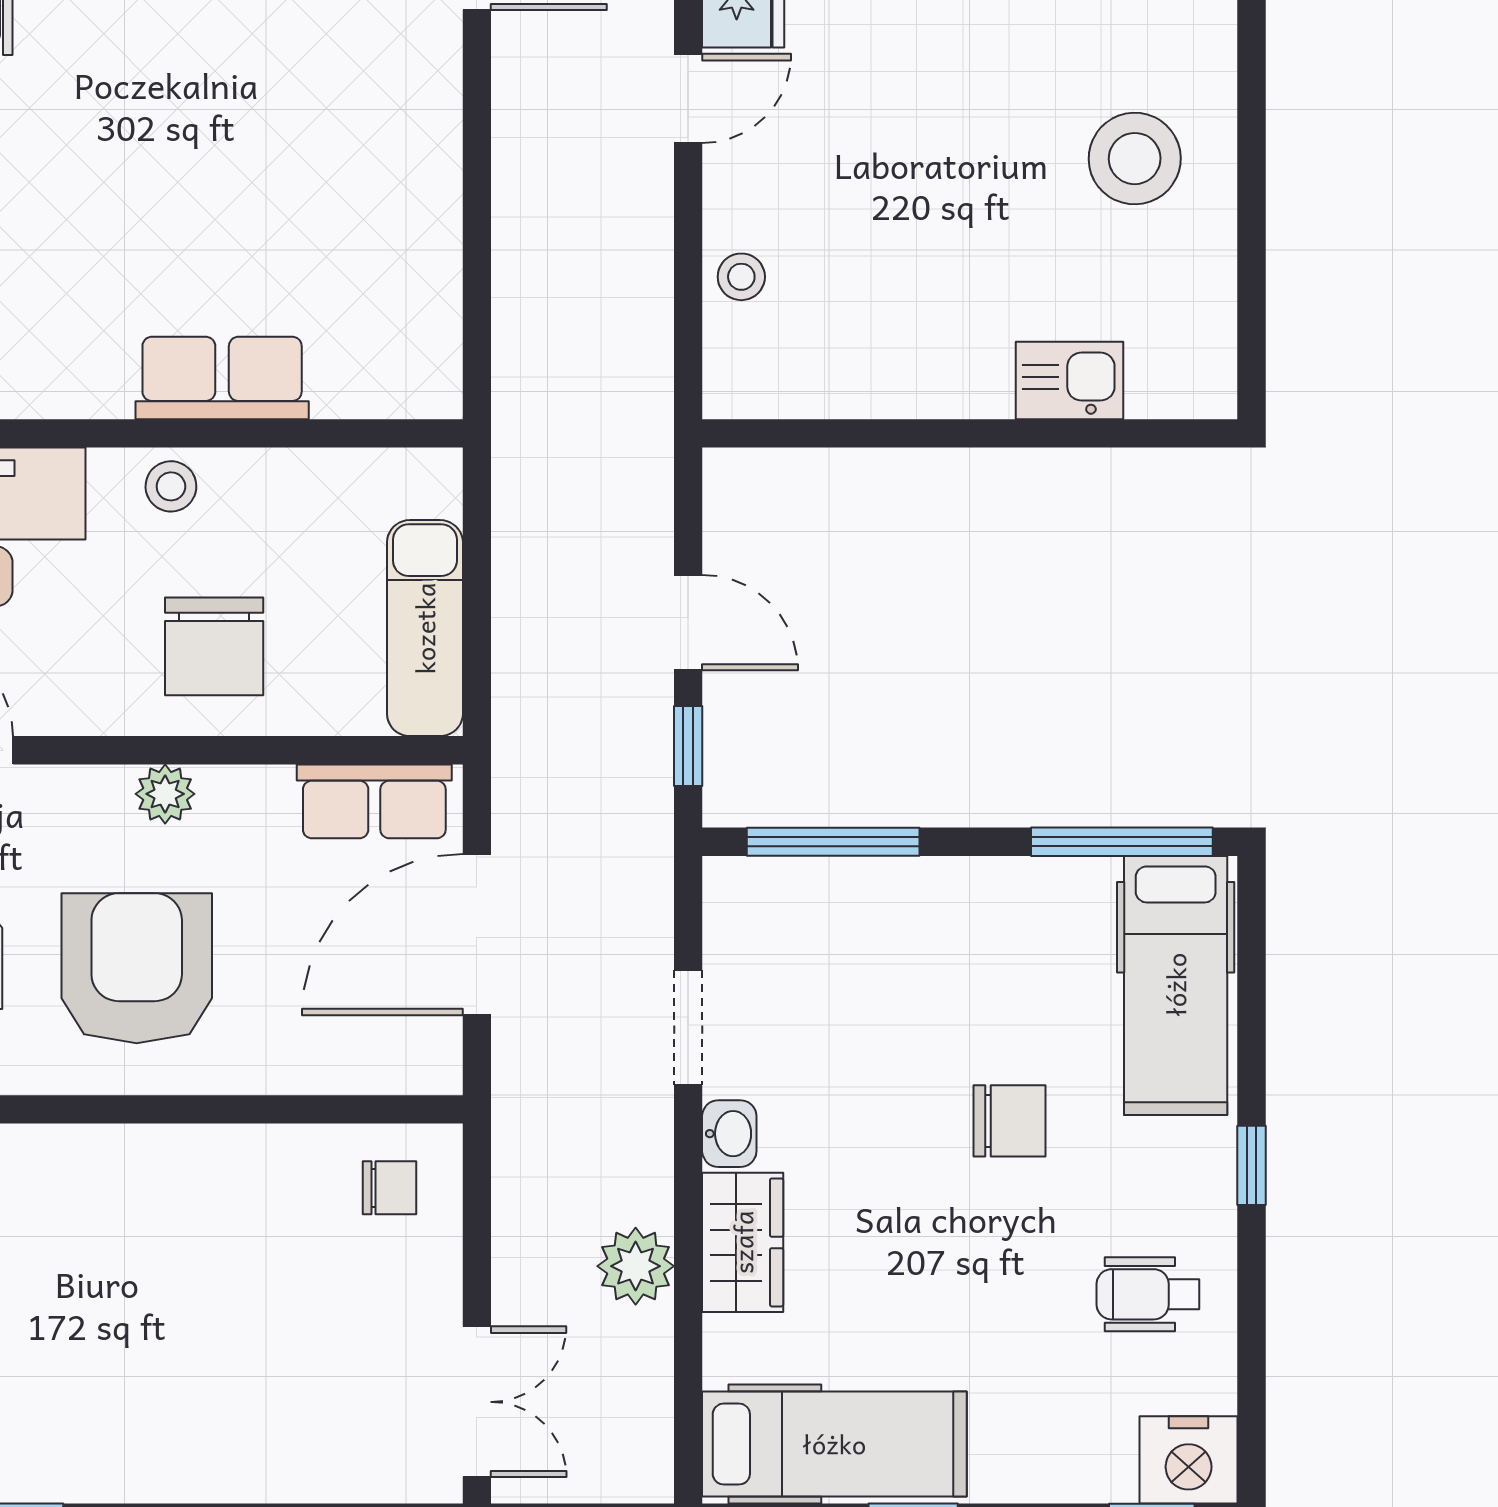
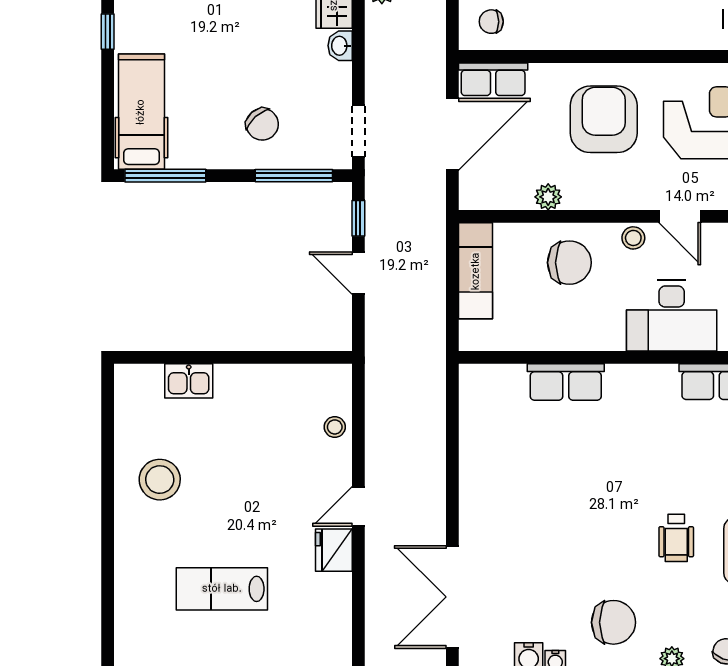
stool: (171, 486) -> (633, 238), moved
chair: (214, 646) -> (569, 263), turned 90
plant: (165, 794) -> (548, 197), moved
row of seats: (374, 801) -> (493, 79), moved, turned 180
armchair: (137, 968) -> (604, 119), turned 180
doorway: (688, 1028) -> (358, 131), moved
chair: (1010, 1121) -> (262, 124), moved, turned -132

